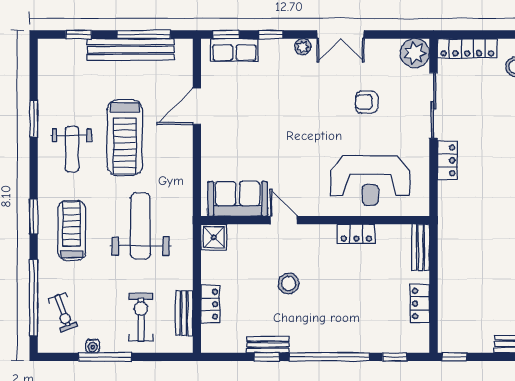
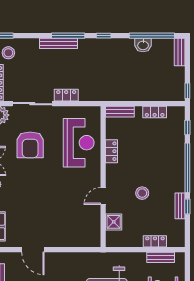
armchair: (367, 102) -> (30, 145), width x1.88, depth x1.88
sofa: (238, 199) -> (90, 224), removed
shower: (214, 237) -> (114, 222), moved

